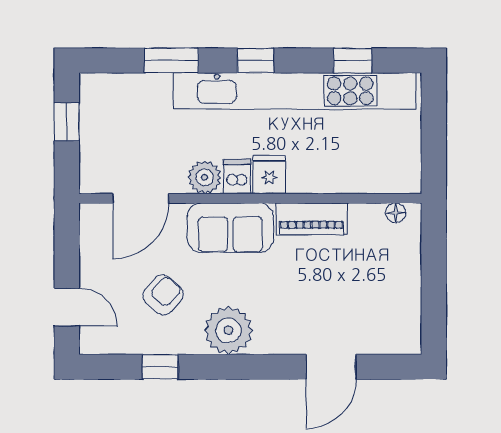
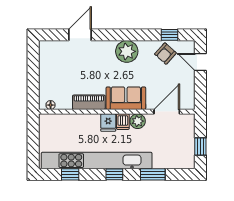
armchair: (163, 295) -> (165, 54), moved
window: (160, 367) -> (169, 35), moved

